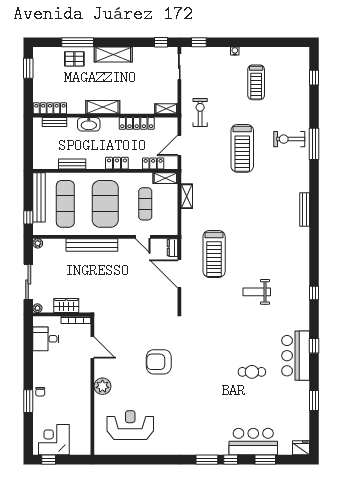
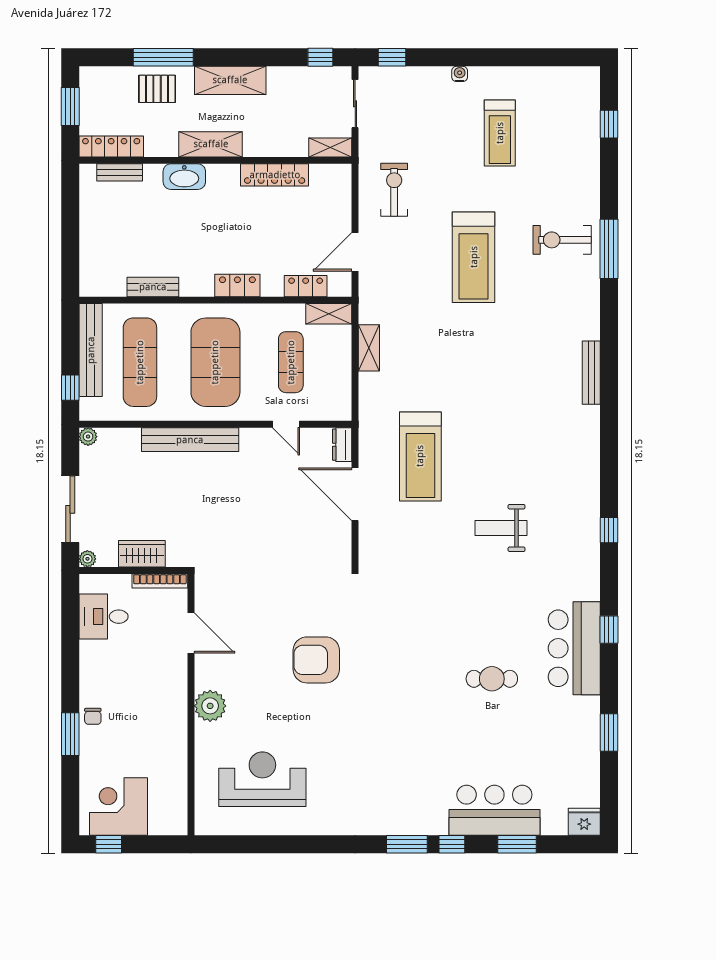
shelving: (103, 107) -> (211, 144), moved
locker: (50, 108) -> (111, 146), moved
shelving: (166, 109) -> (330, 147), moved
wall: (105, 116) -> (215, 160), moved
bench: (54, 122) -> (120, 172), moved
locker: (137, 123) -> (275, 175), moved
washbasin: (89, 124) -> (184, 177), moved

